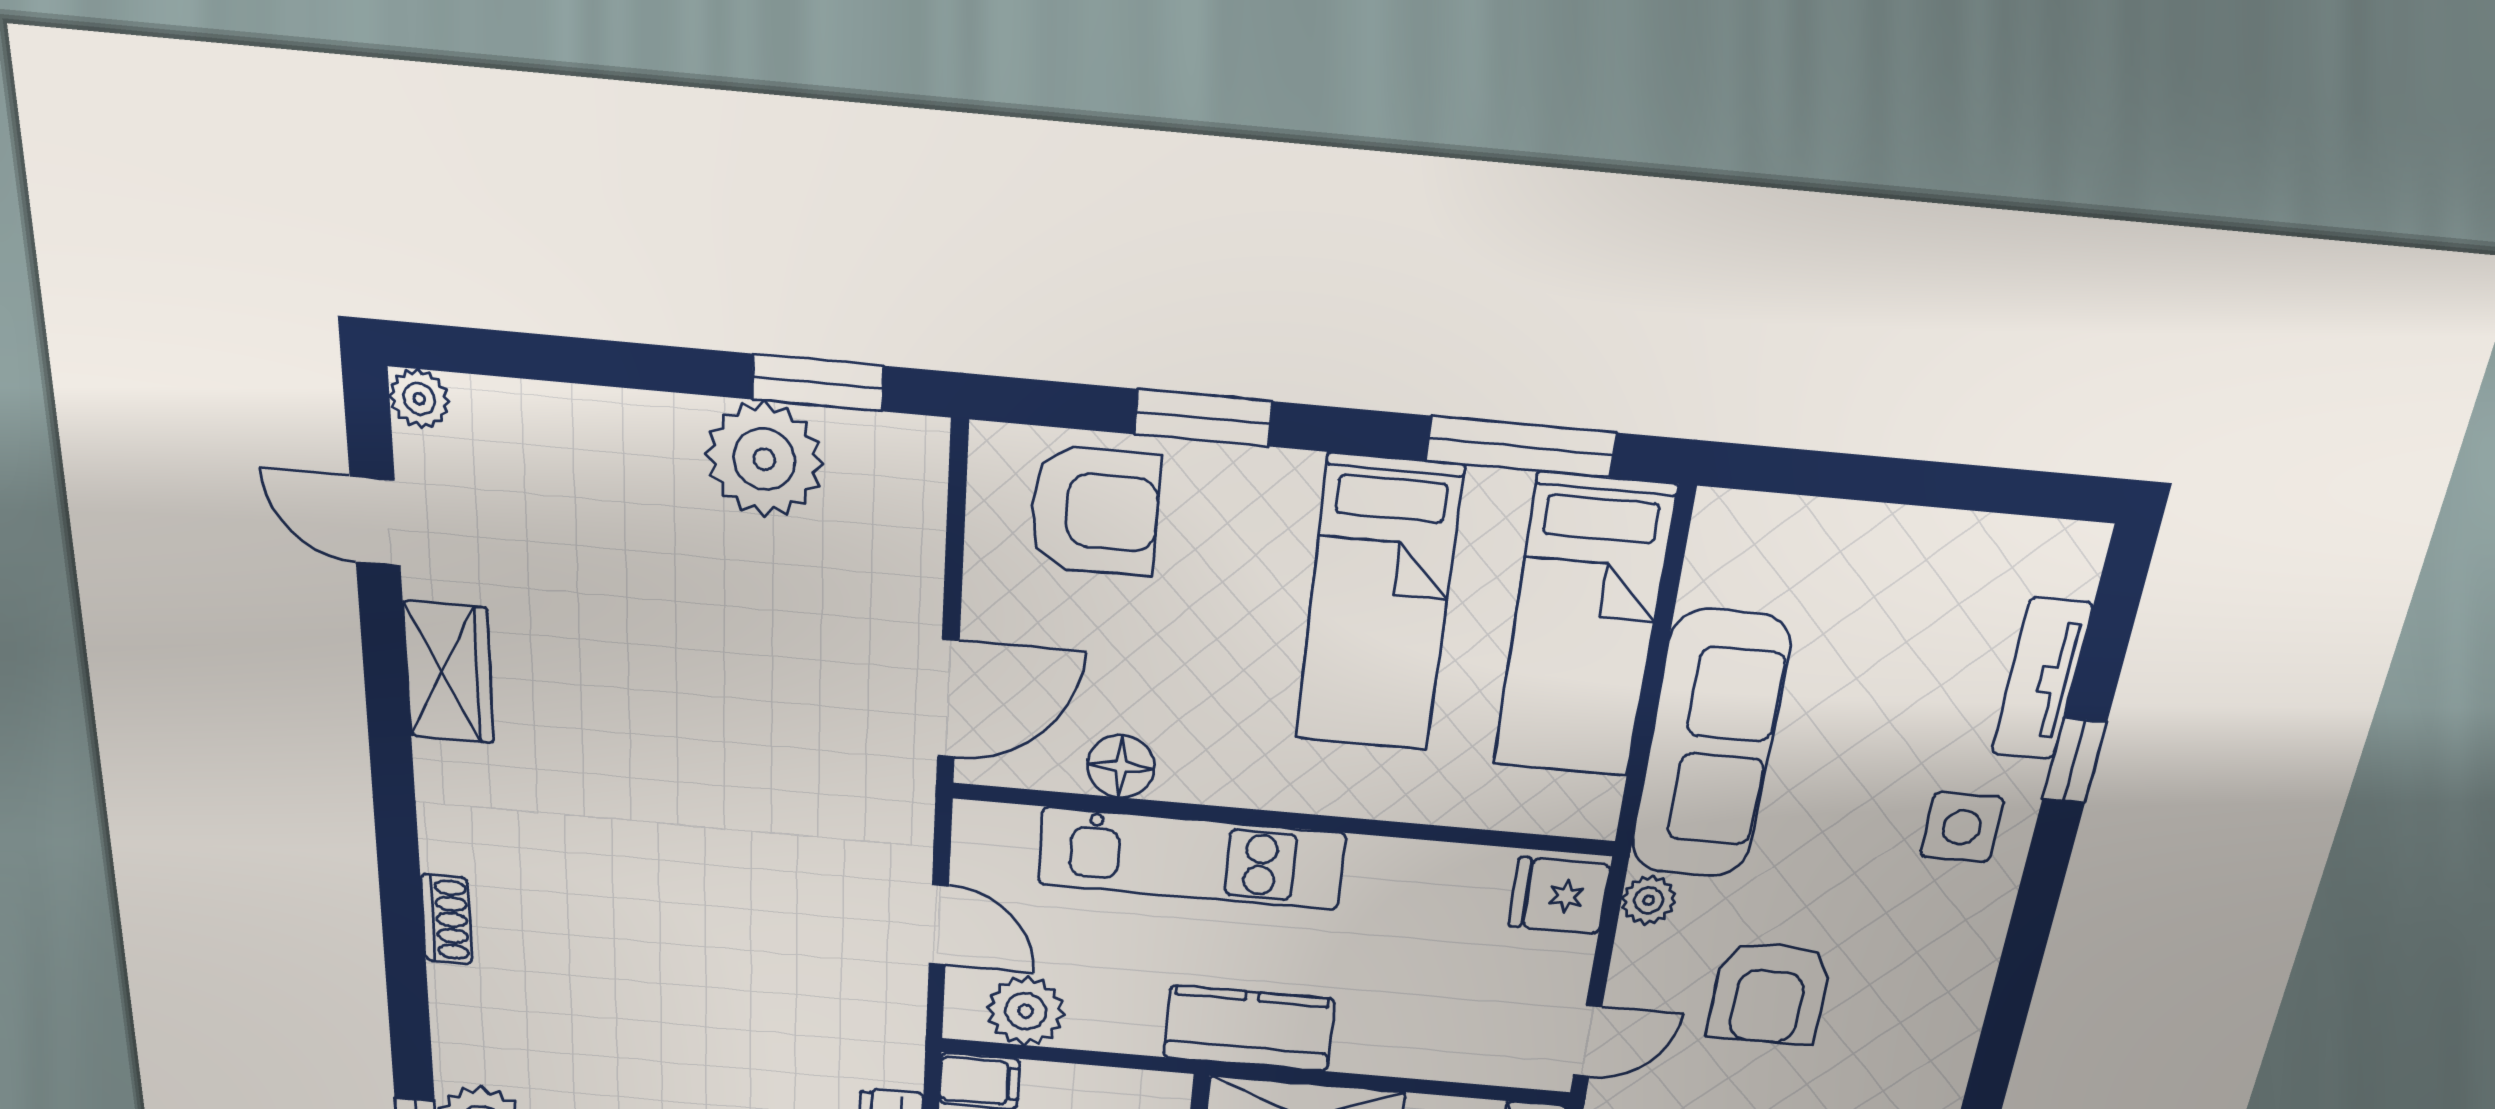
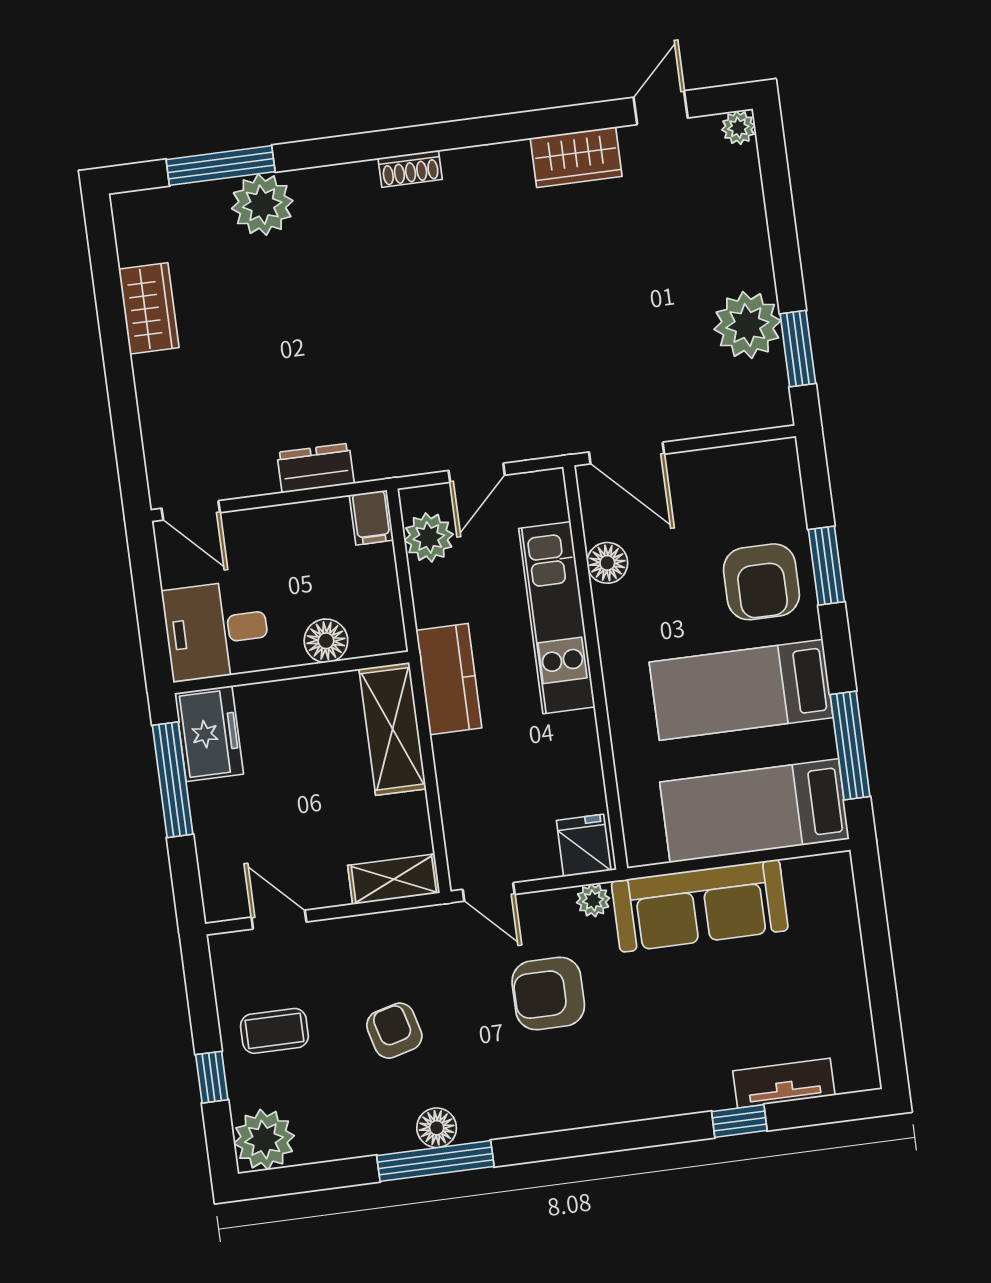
armchair: (1095, 511) -> (761, 582), moved
side table: (1962, 827) -> (683, 1071), removed

